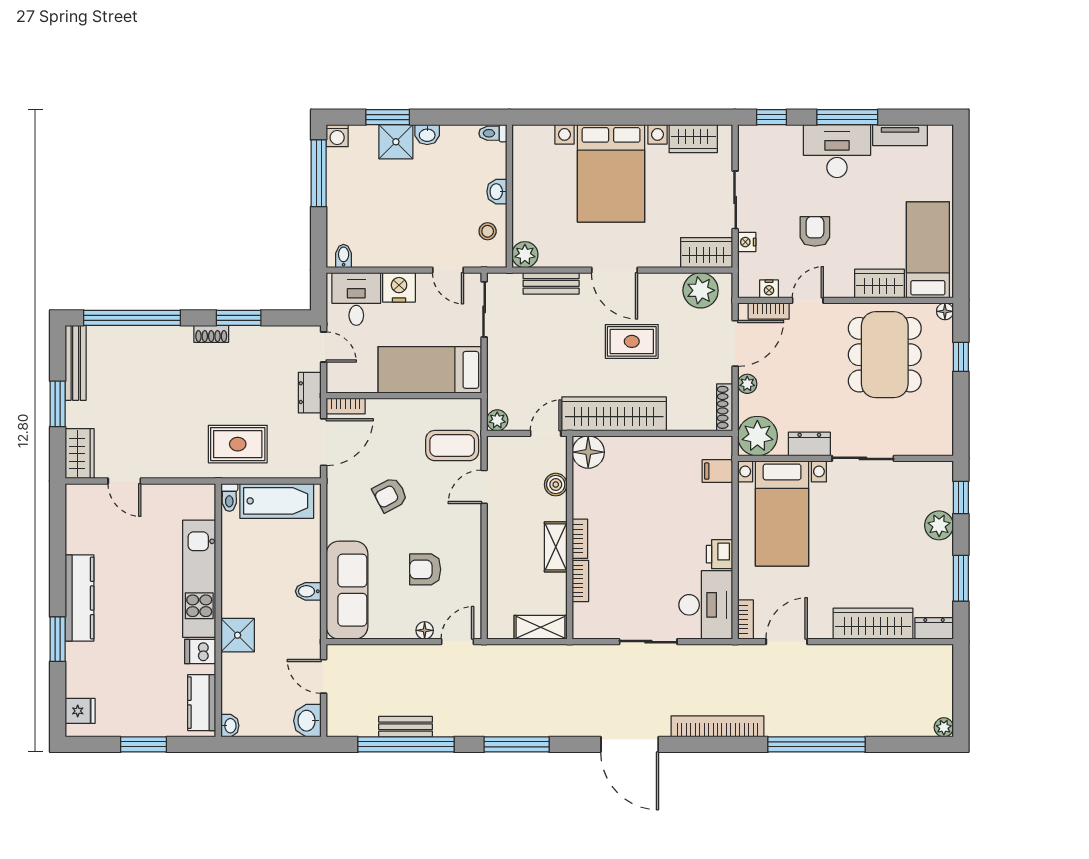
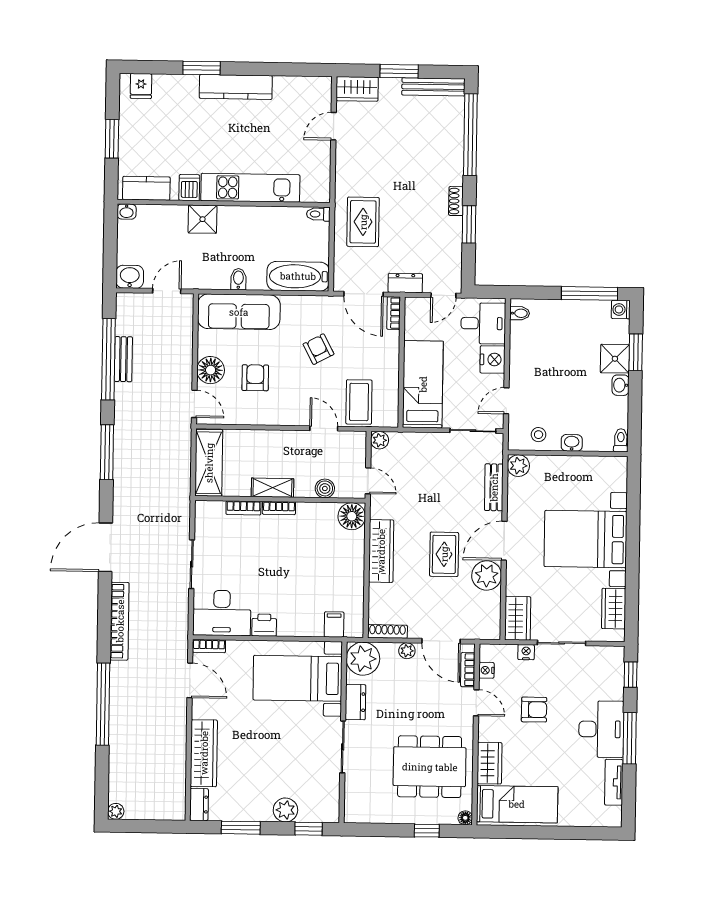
plant: (701, 290) -> (487, 575), moved
wardrobe: (614, 414) -> (381, 551), width x0.71, depth x0.85
bathtub: (277, 501) -> (298, 276), moved, turned 90
shelving: (541, 627) -> (209, 463), width x1.50, depth x1.33
floor lamp: (425, 630) -> (211, 370), width x1.89, depth x1.89

